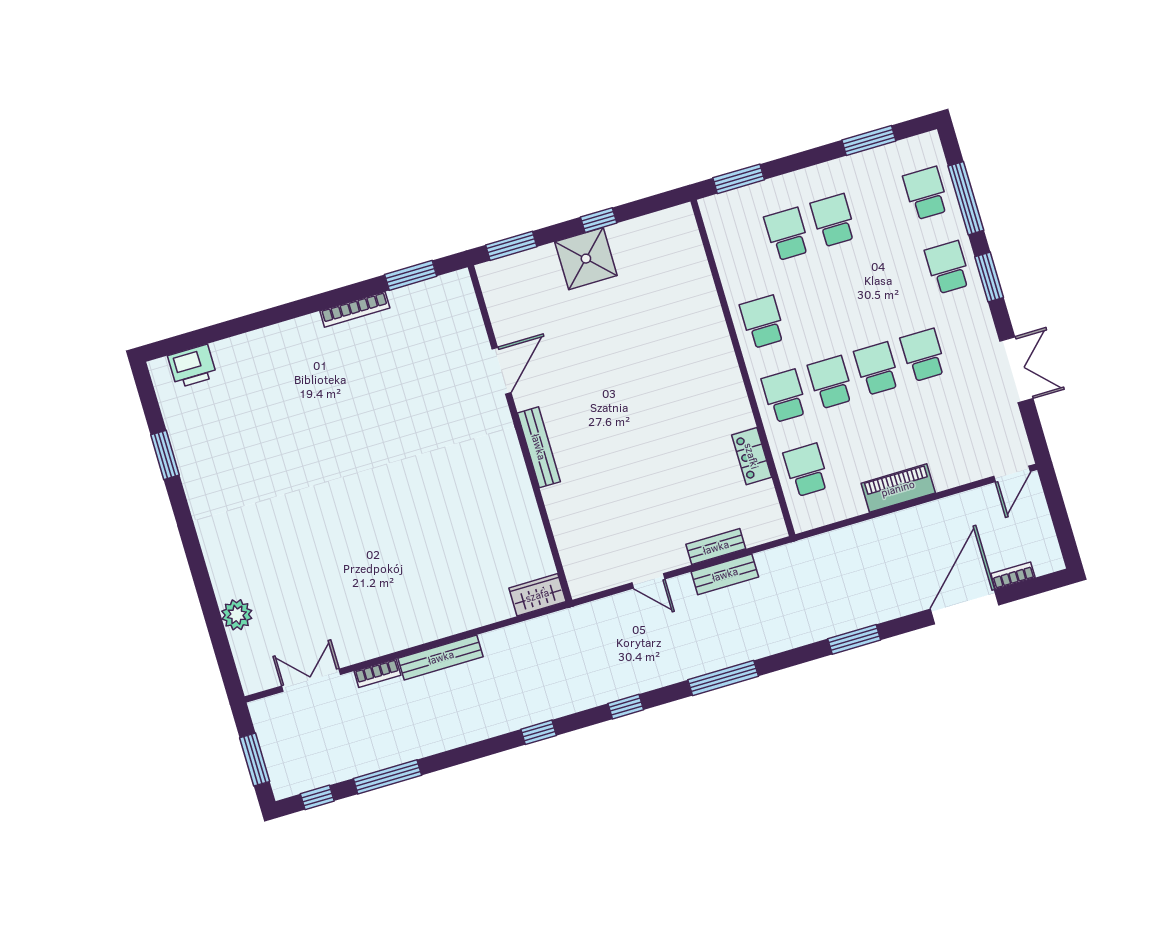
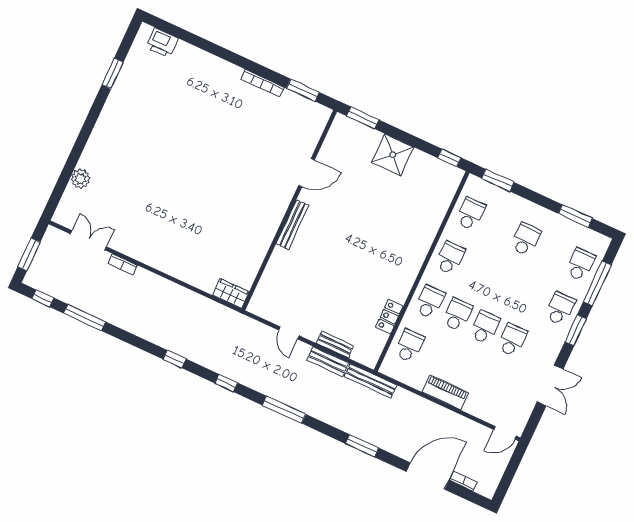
window: (599, 220) -> (449, 158), moved
school desk: (787, 234) -> (470, 214), moved
bench: (441, 657) -> (371, 381), moved

